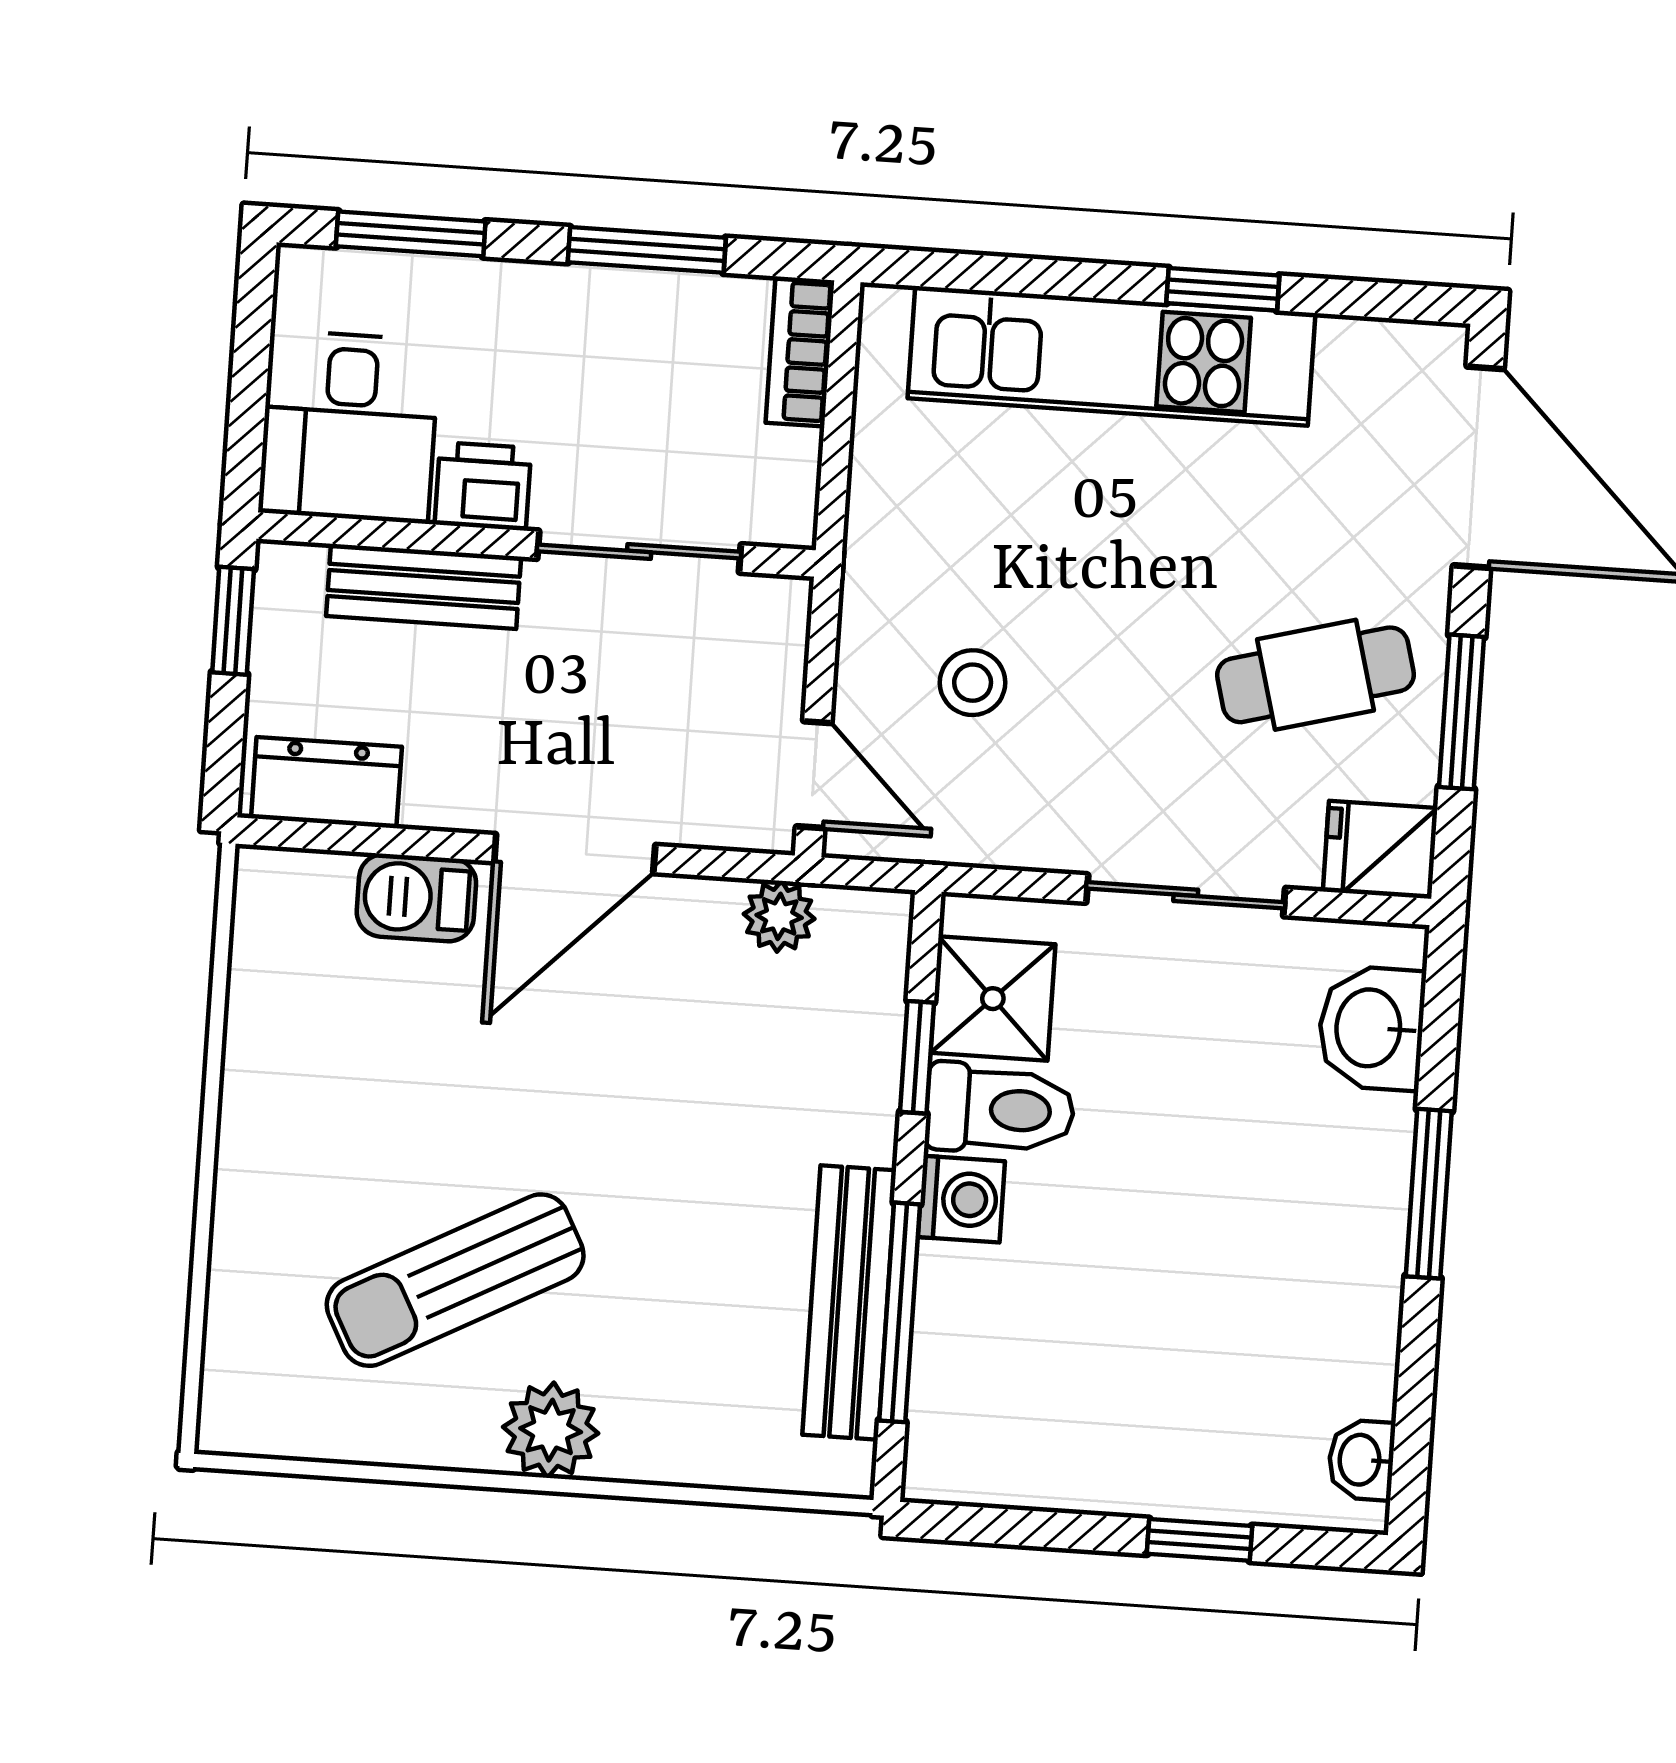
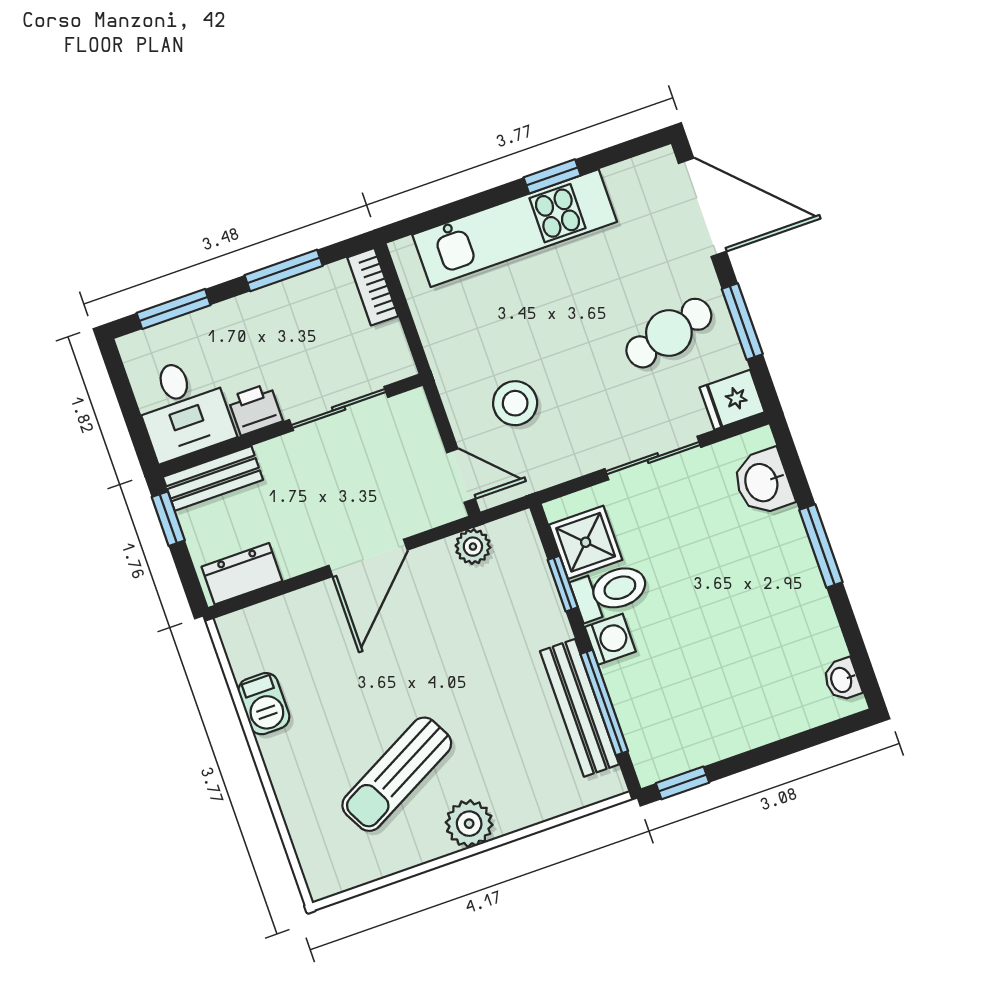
bench: (424, 586) -> (213, 478), moved
stool: (973, 683) -> (515, 403), width x1.37, depth x1.37
barbecue: (416, 898) -> (264, 704), moved, turned -90
window: (1199, 1540) -> (683, 783), moved

